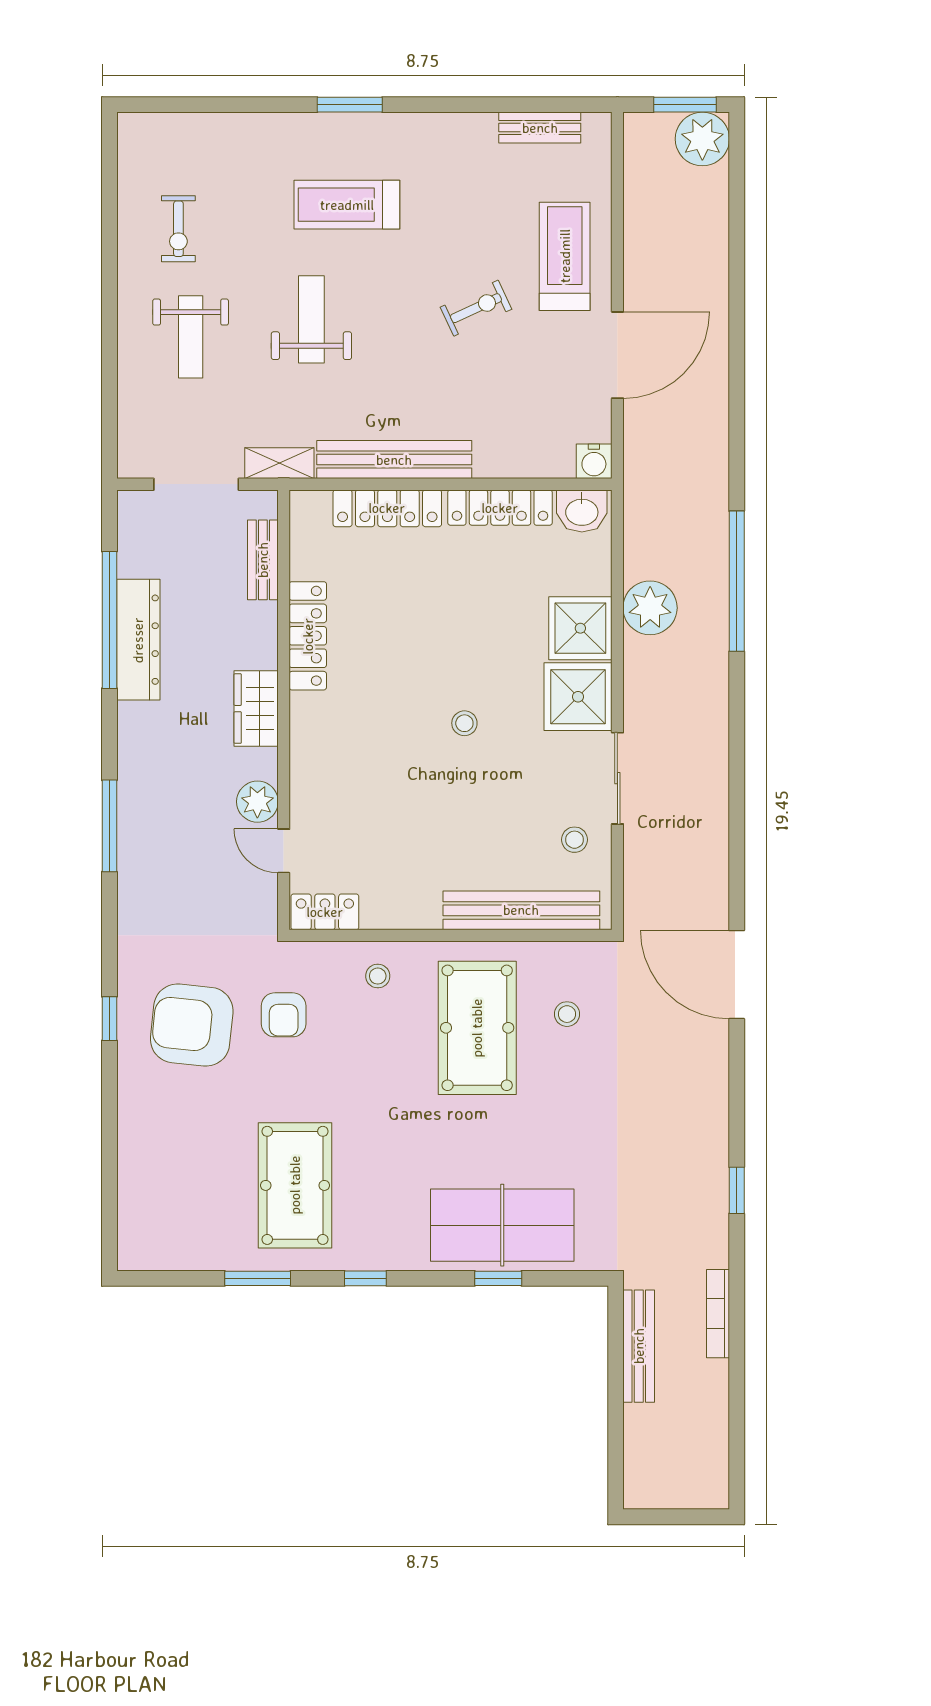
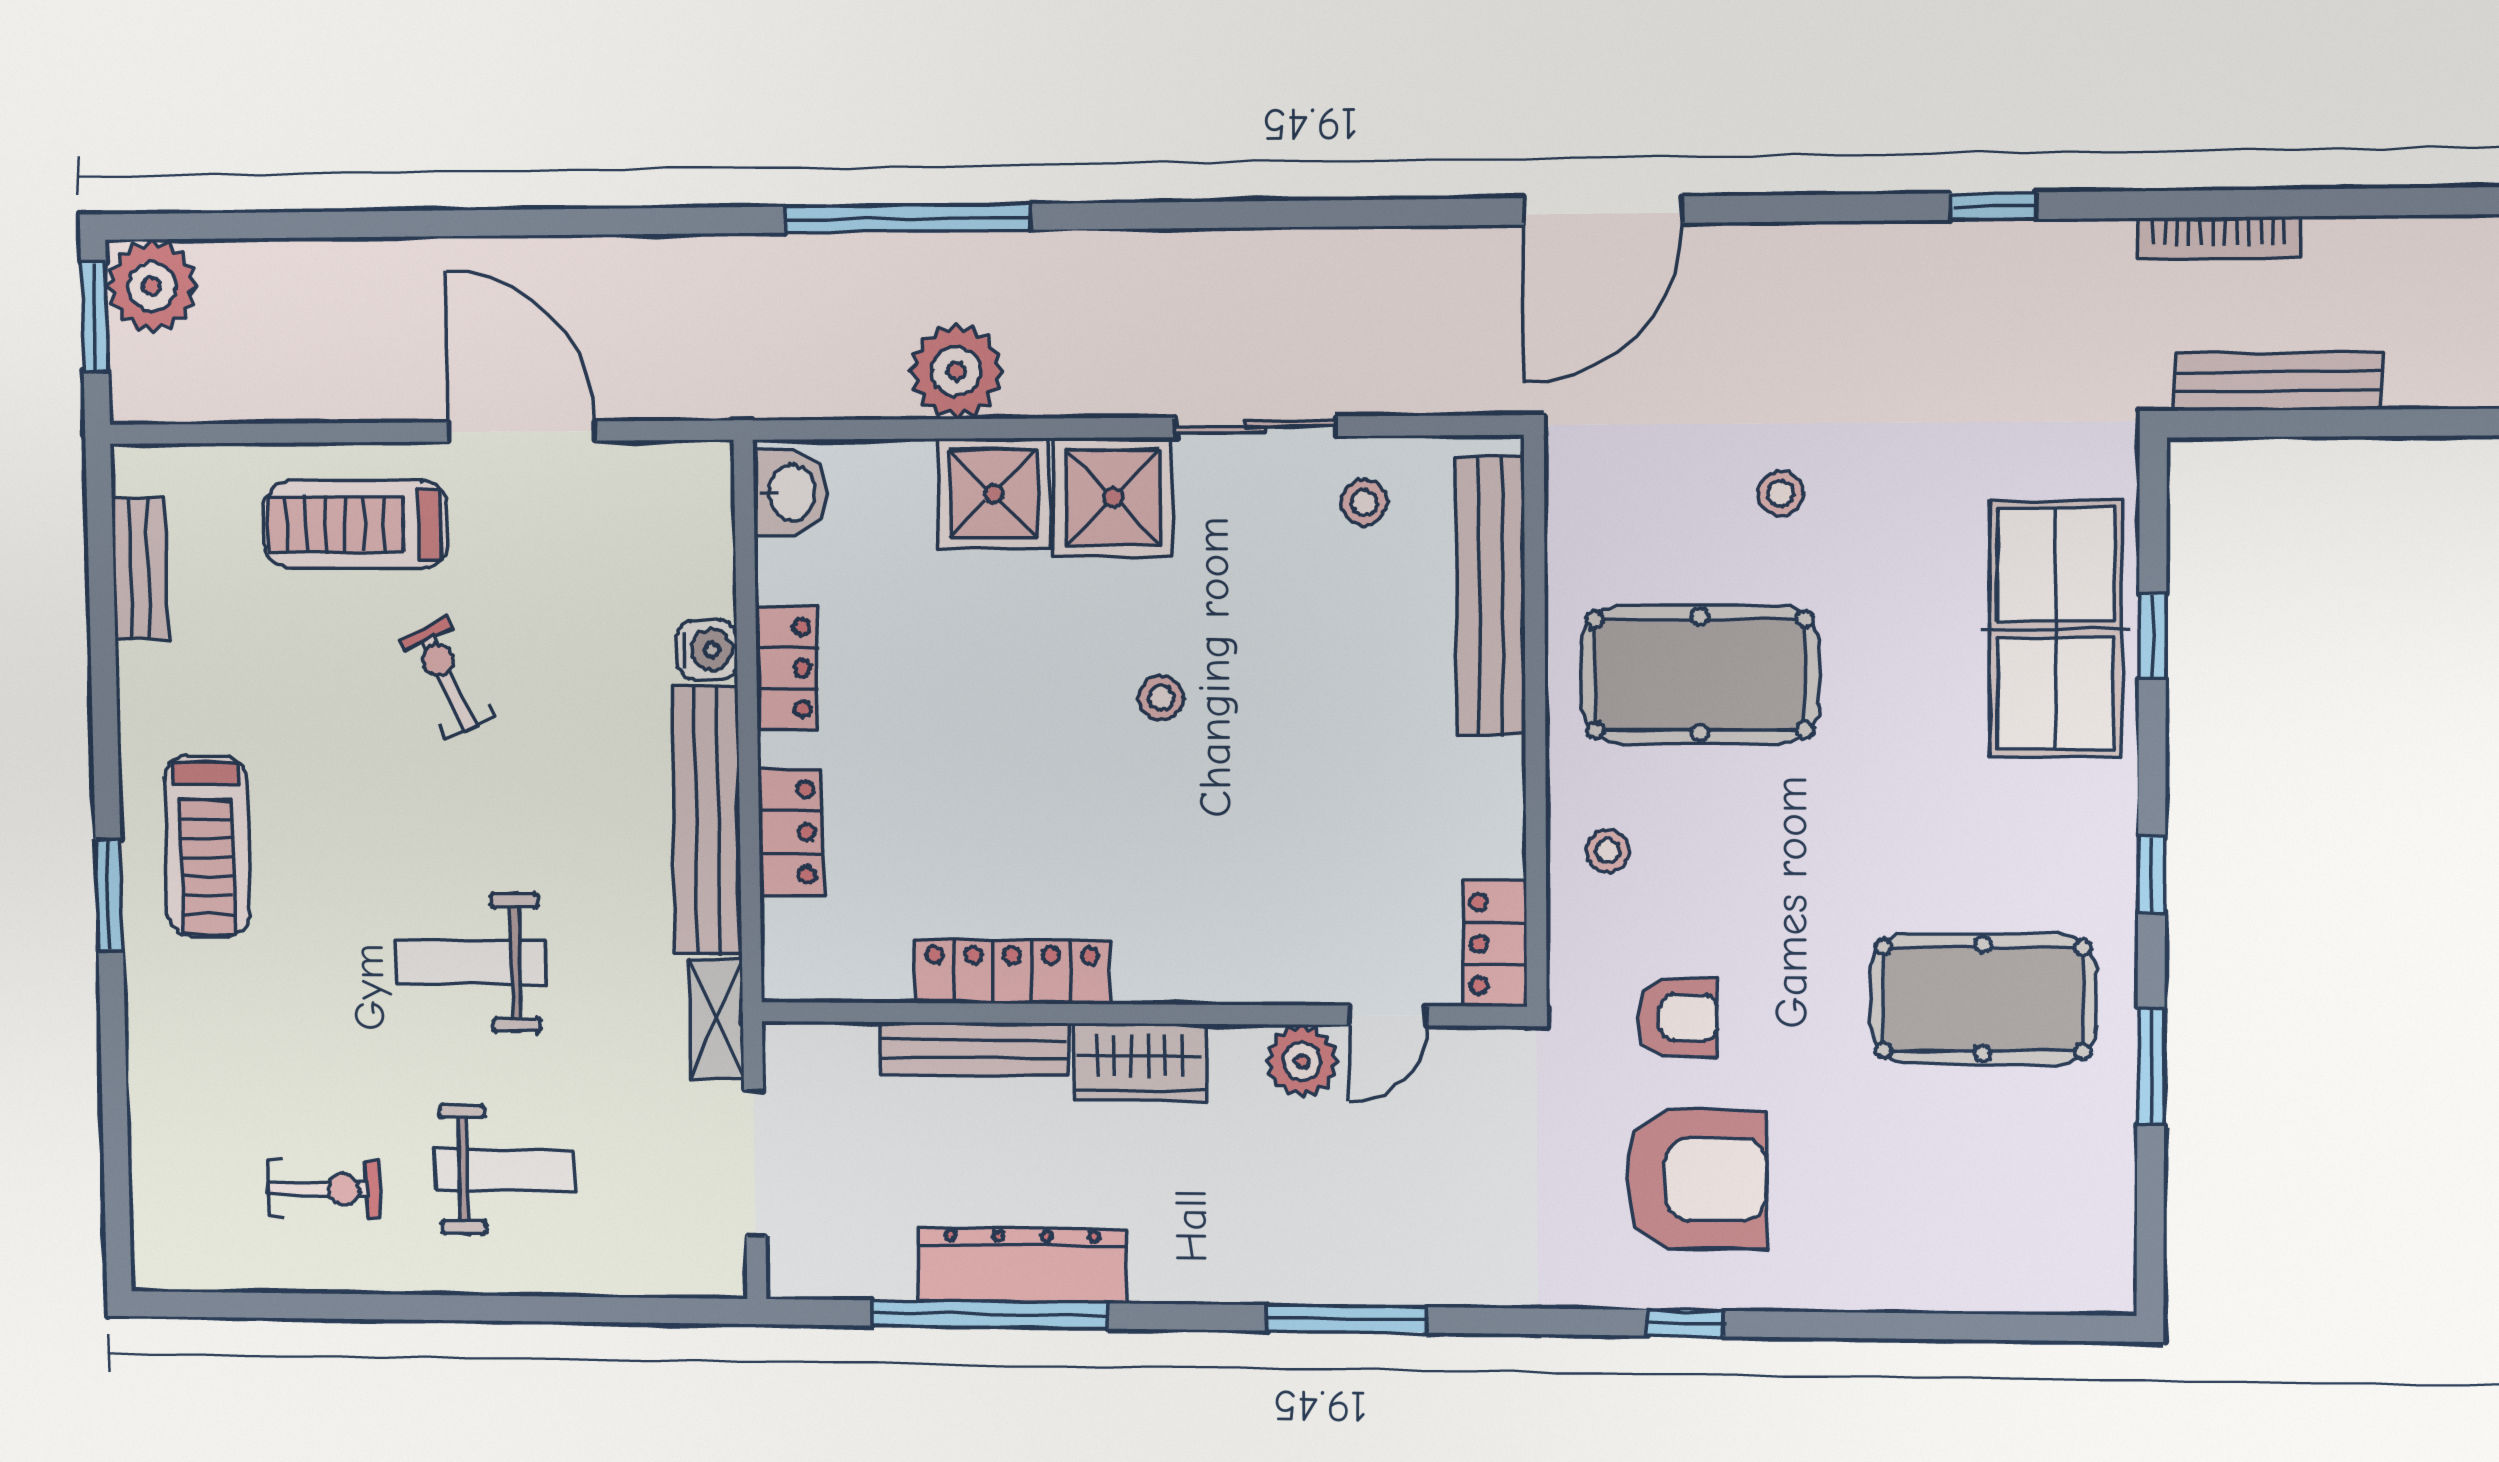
treadmill: (347, 205) -> (207, 847), moved
water cooler: (594, 461) -> (707, 650), moved
locker: (387, 508) -> (791, 832), width x0.66
locker: (500, 508) -> (787, 668), width x0.66
bench: (263, 560) -> (974, 1049), moved, width x1.36
stool: (567, 1014) -> (1781, 493), moved
armchair: (192, 1025) -> (1696, 1179), turned -96

